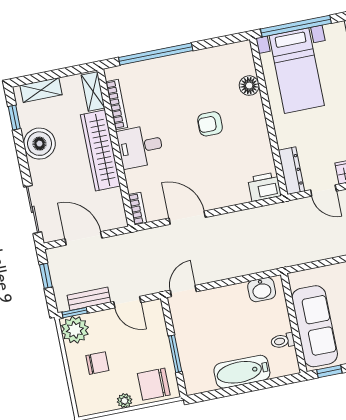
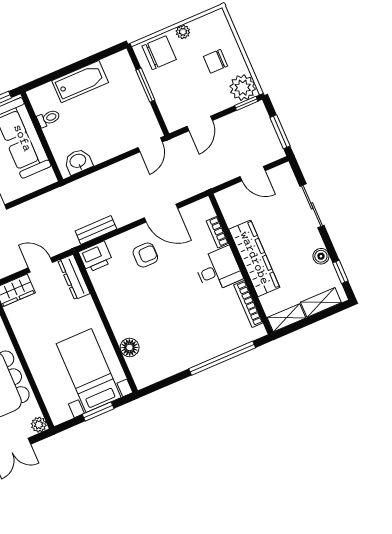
window: (296, 26) -> (98, 412), width x0.47
shelving: (93, 91) -> (286, 318), moved, turned 90
armchair: (210, 124) -> (145, 255), moved
boiler: (39, 144) -> (321, 256), width x0.54, depth x0.54
sliding door: (33, 209) -> (312, 206), moved
bookcase: (137, 209) -> (217, 232), moved
door: (83, 238) -> (253, 174), width x0.73
window: (46, 276) -> (280, 132), width x1.50
bench: (89, 299) -> (96, 230), moved
door: (127, 302) -> (200, 123), swing flipped

